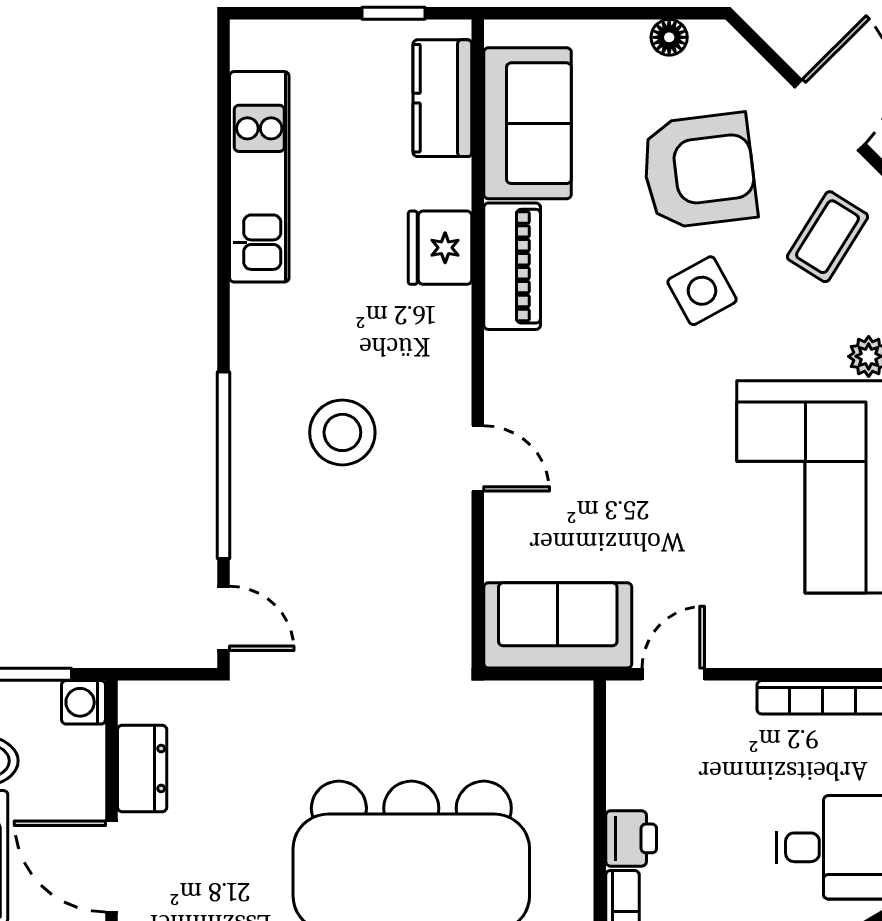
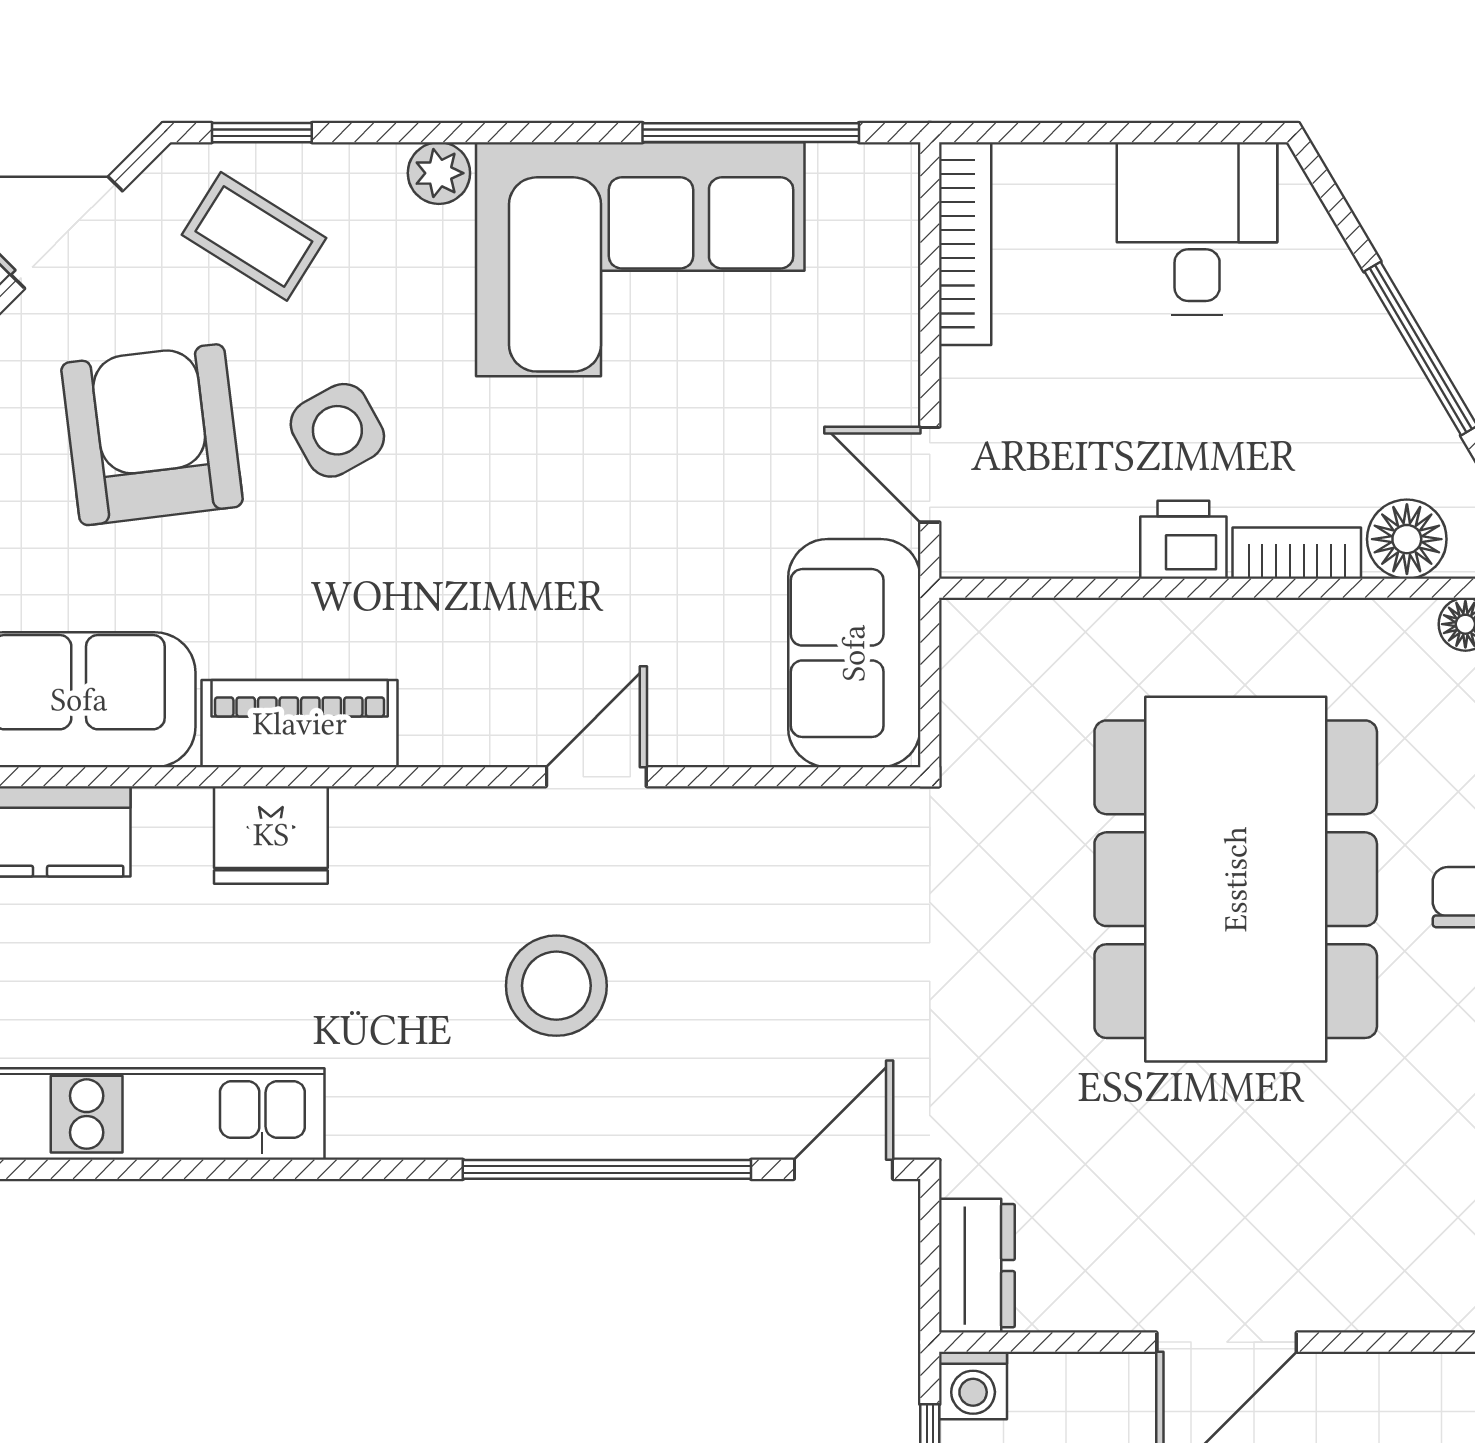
dresser: (142, 768) -> (977, 1266), moved, turned 90

